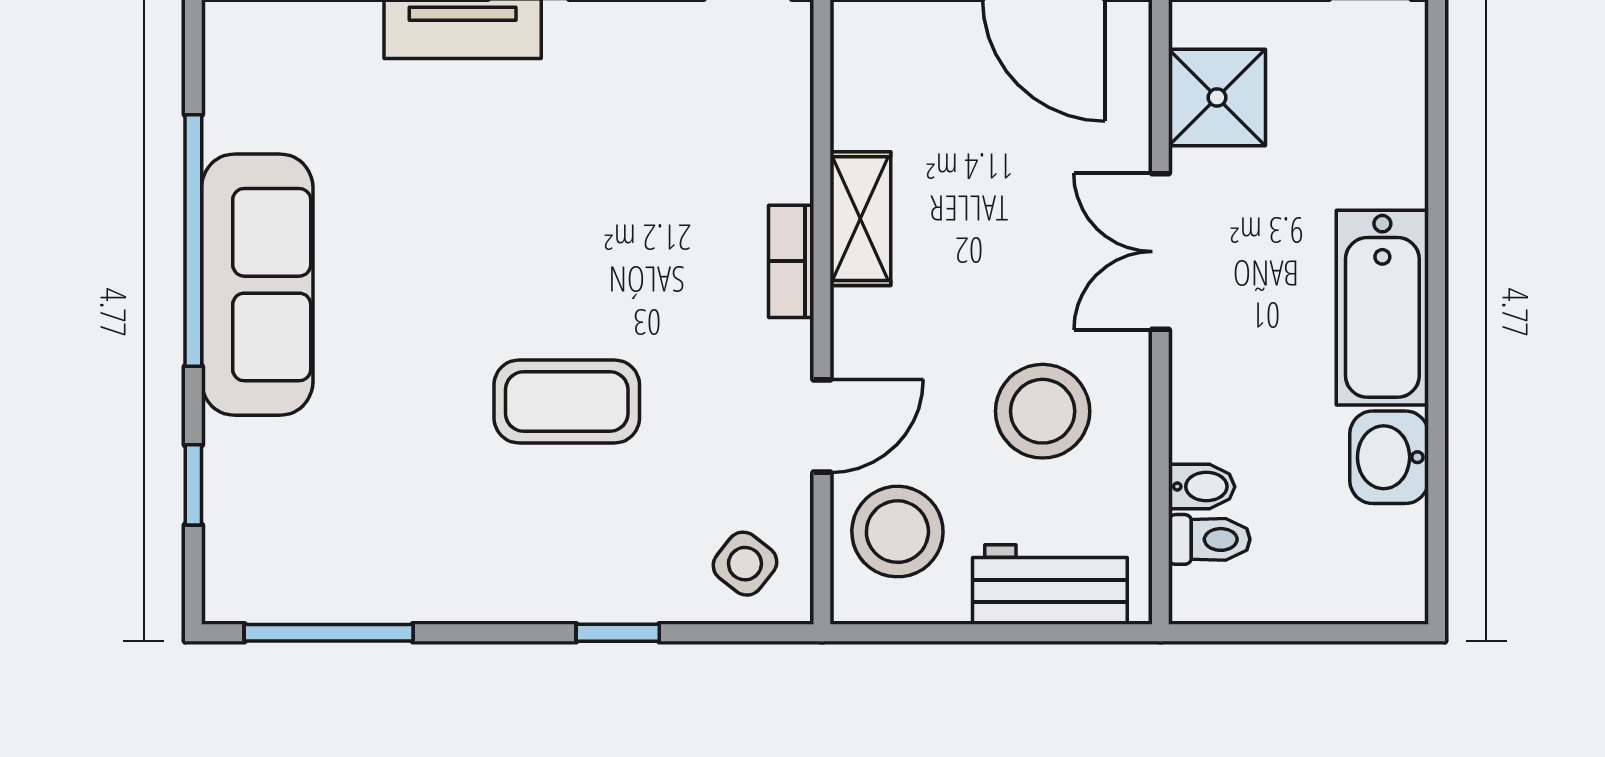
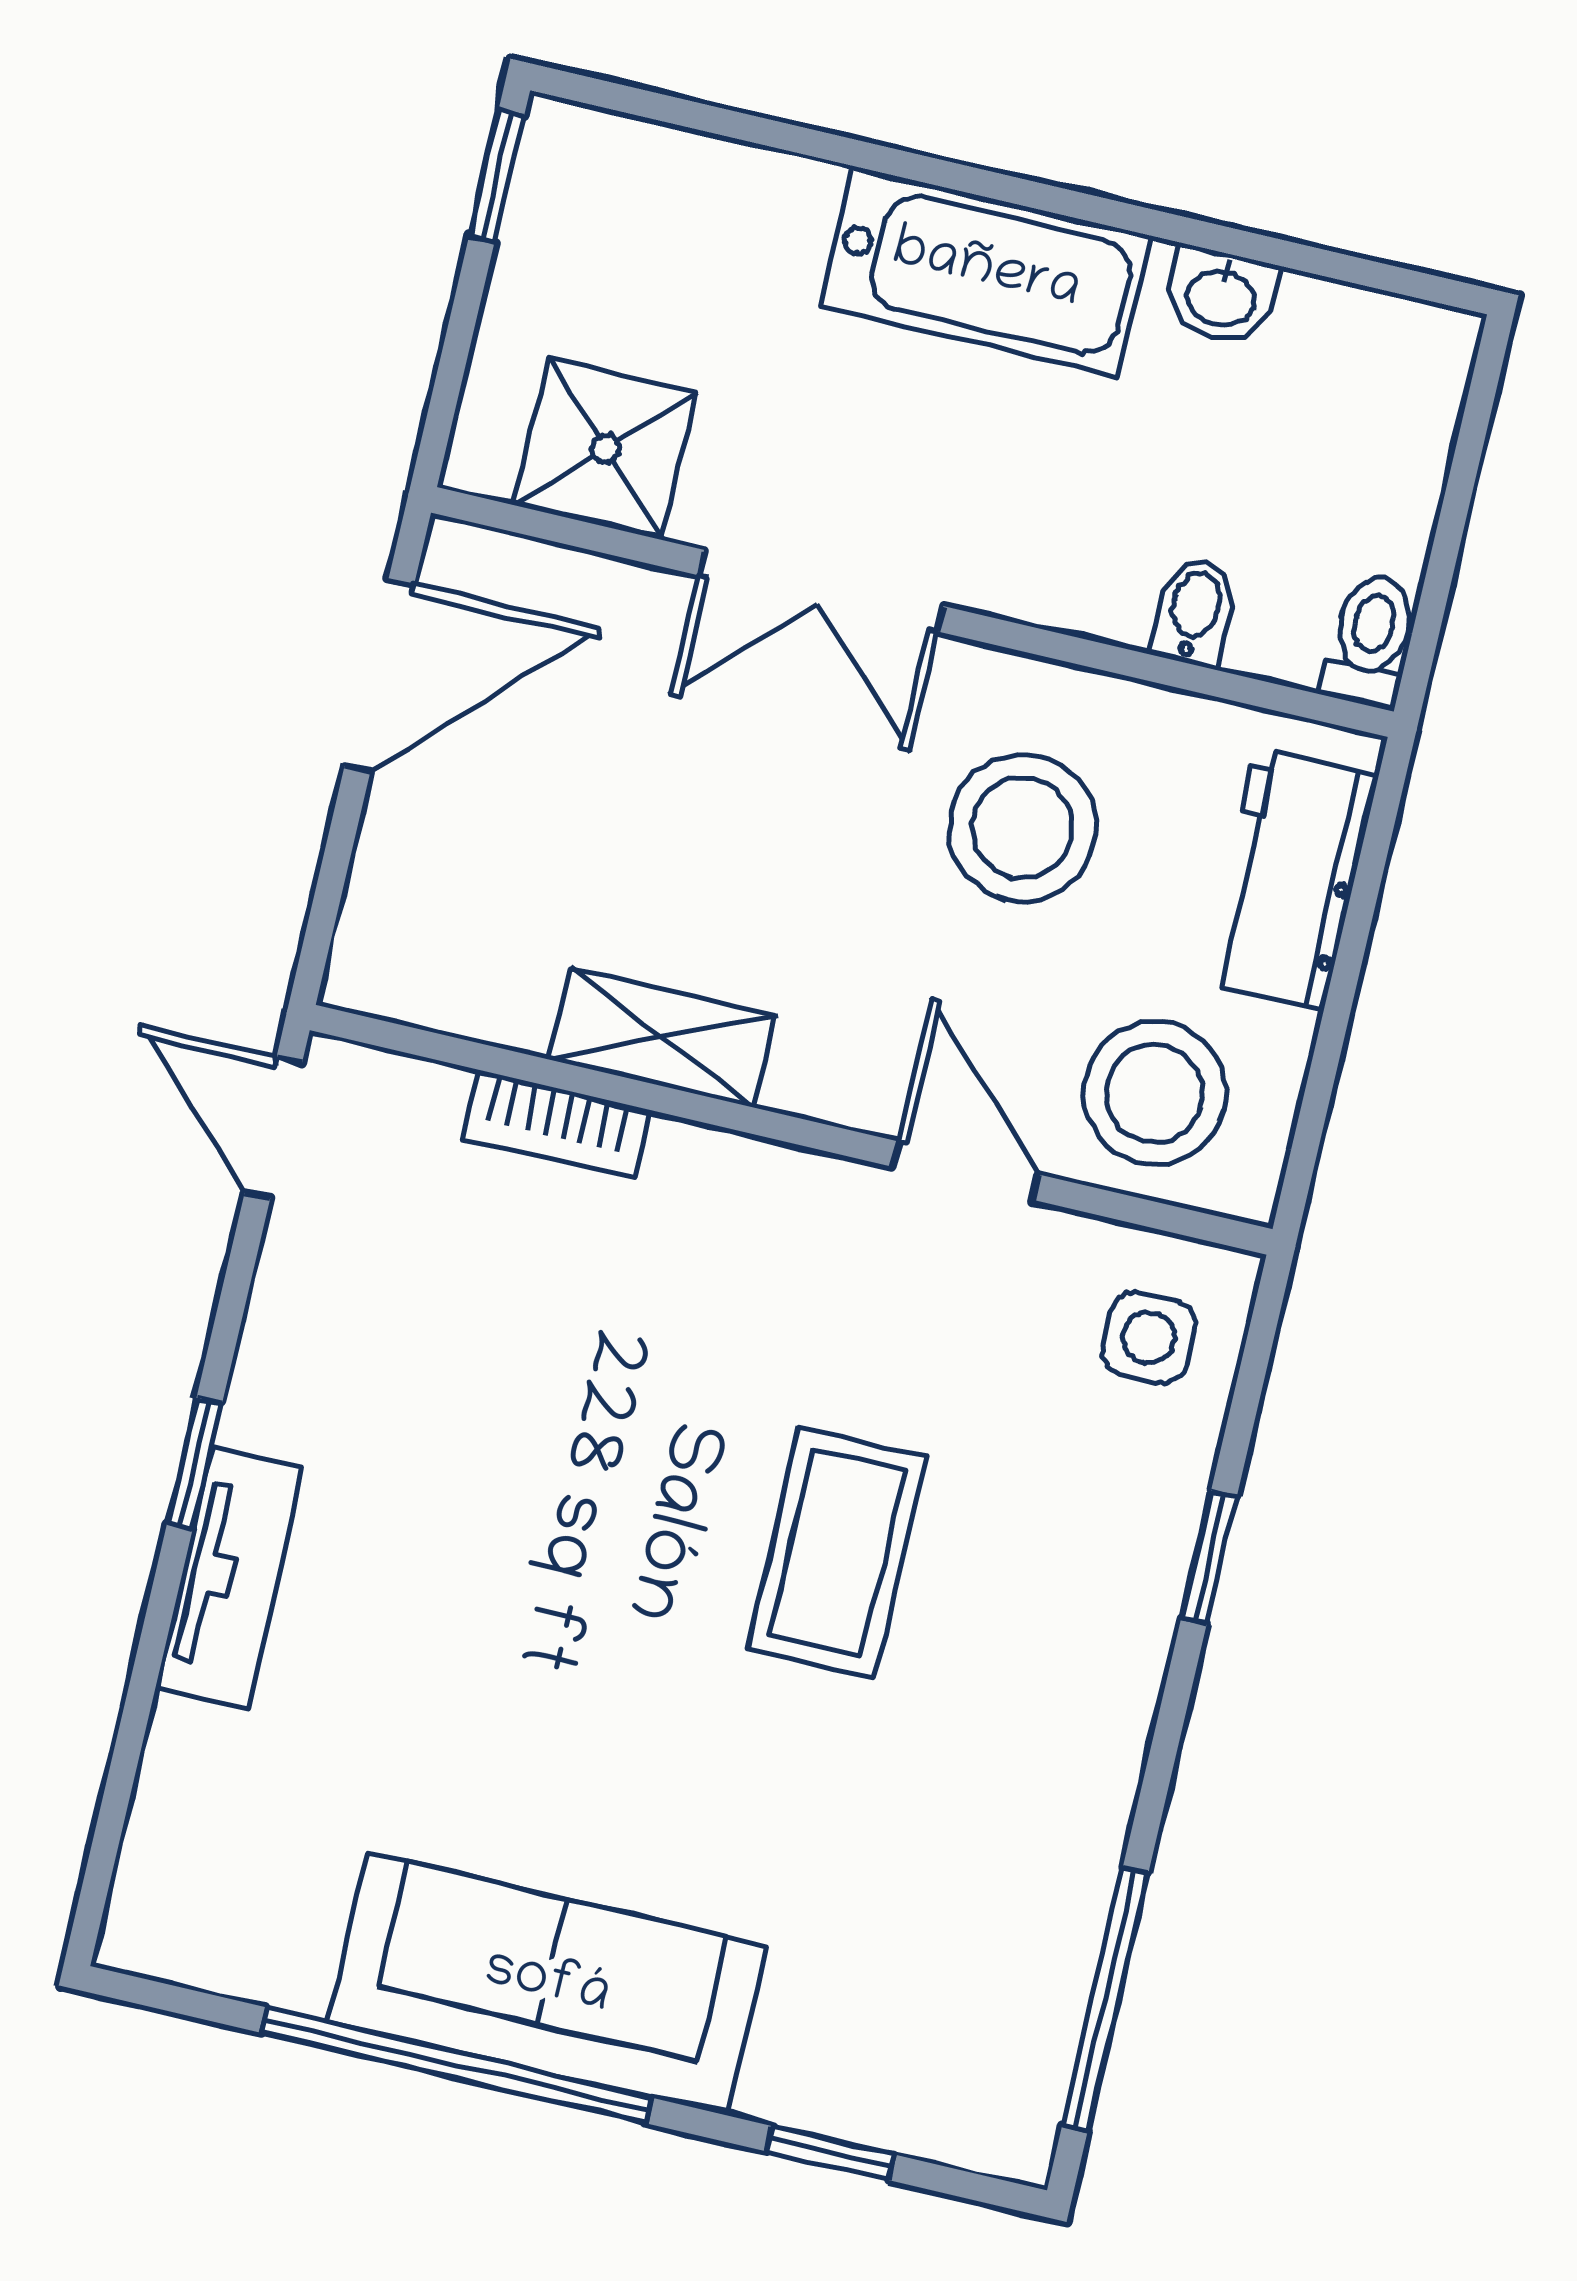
bookcase: (791, 261) -> (556, 1124), moved
washbasin: (1389, 457) -> (1222, 296), width x0.72, depth x0.69
toilet: (1209, 539) -> (1370, 641), moved
side table: (745, 564) -> (1149, 1338), turned -38

